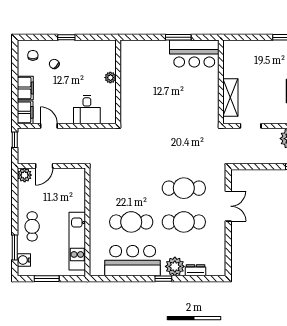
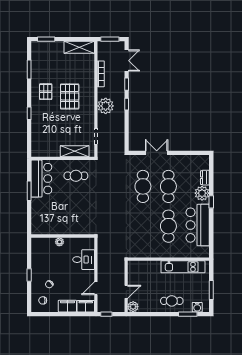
cafe table: (198, 99) -> (76, 176), added
door: (44, 166) -> (126, 292), hinge flipped

